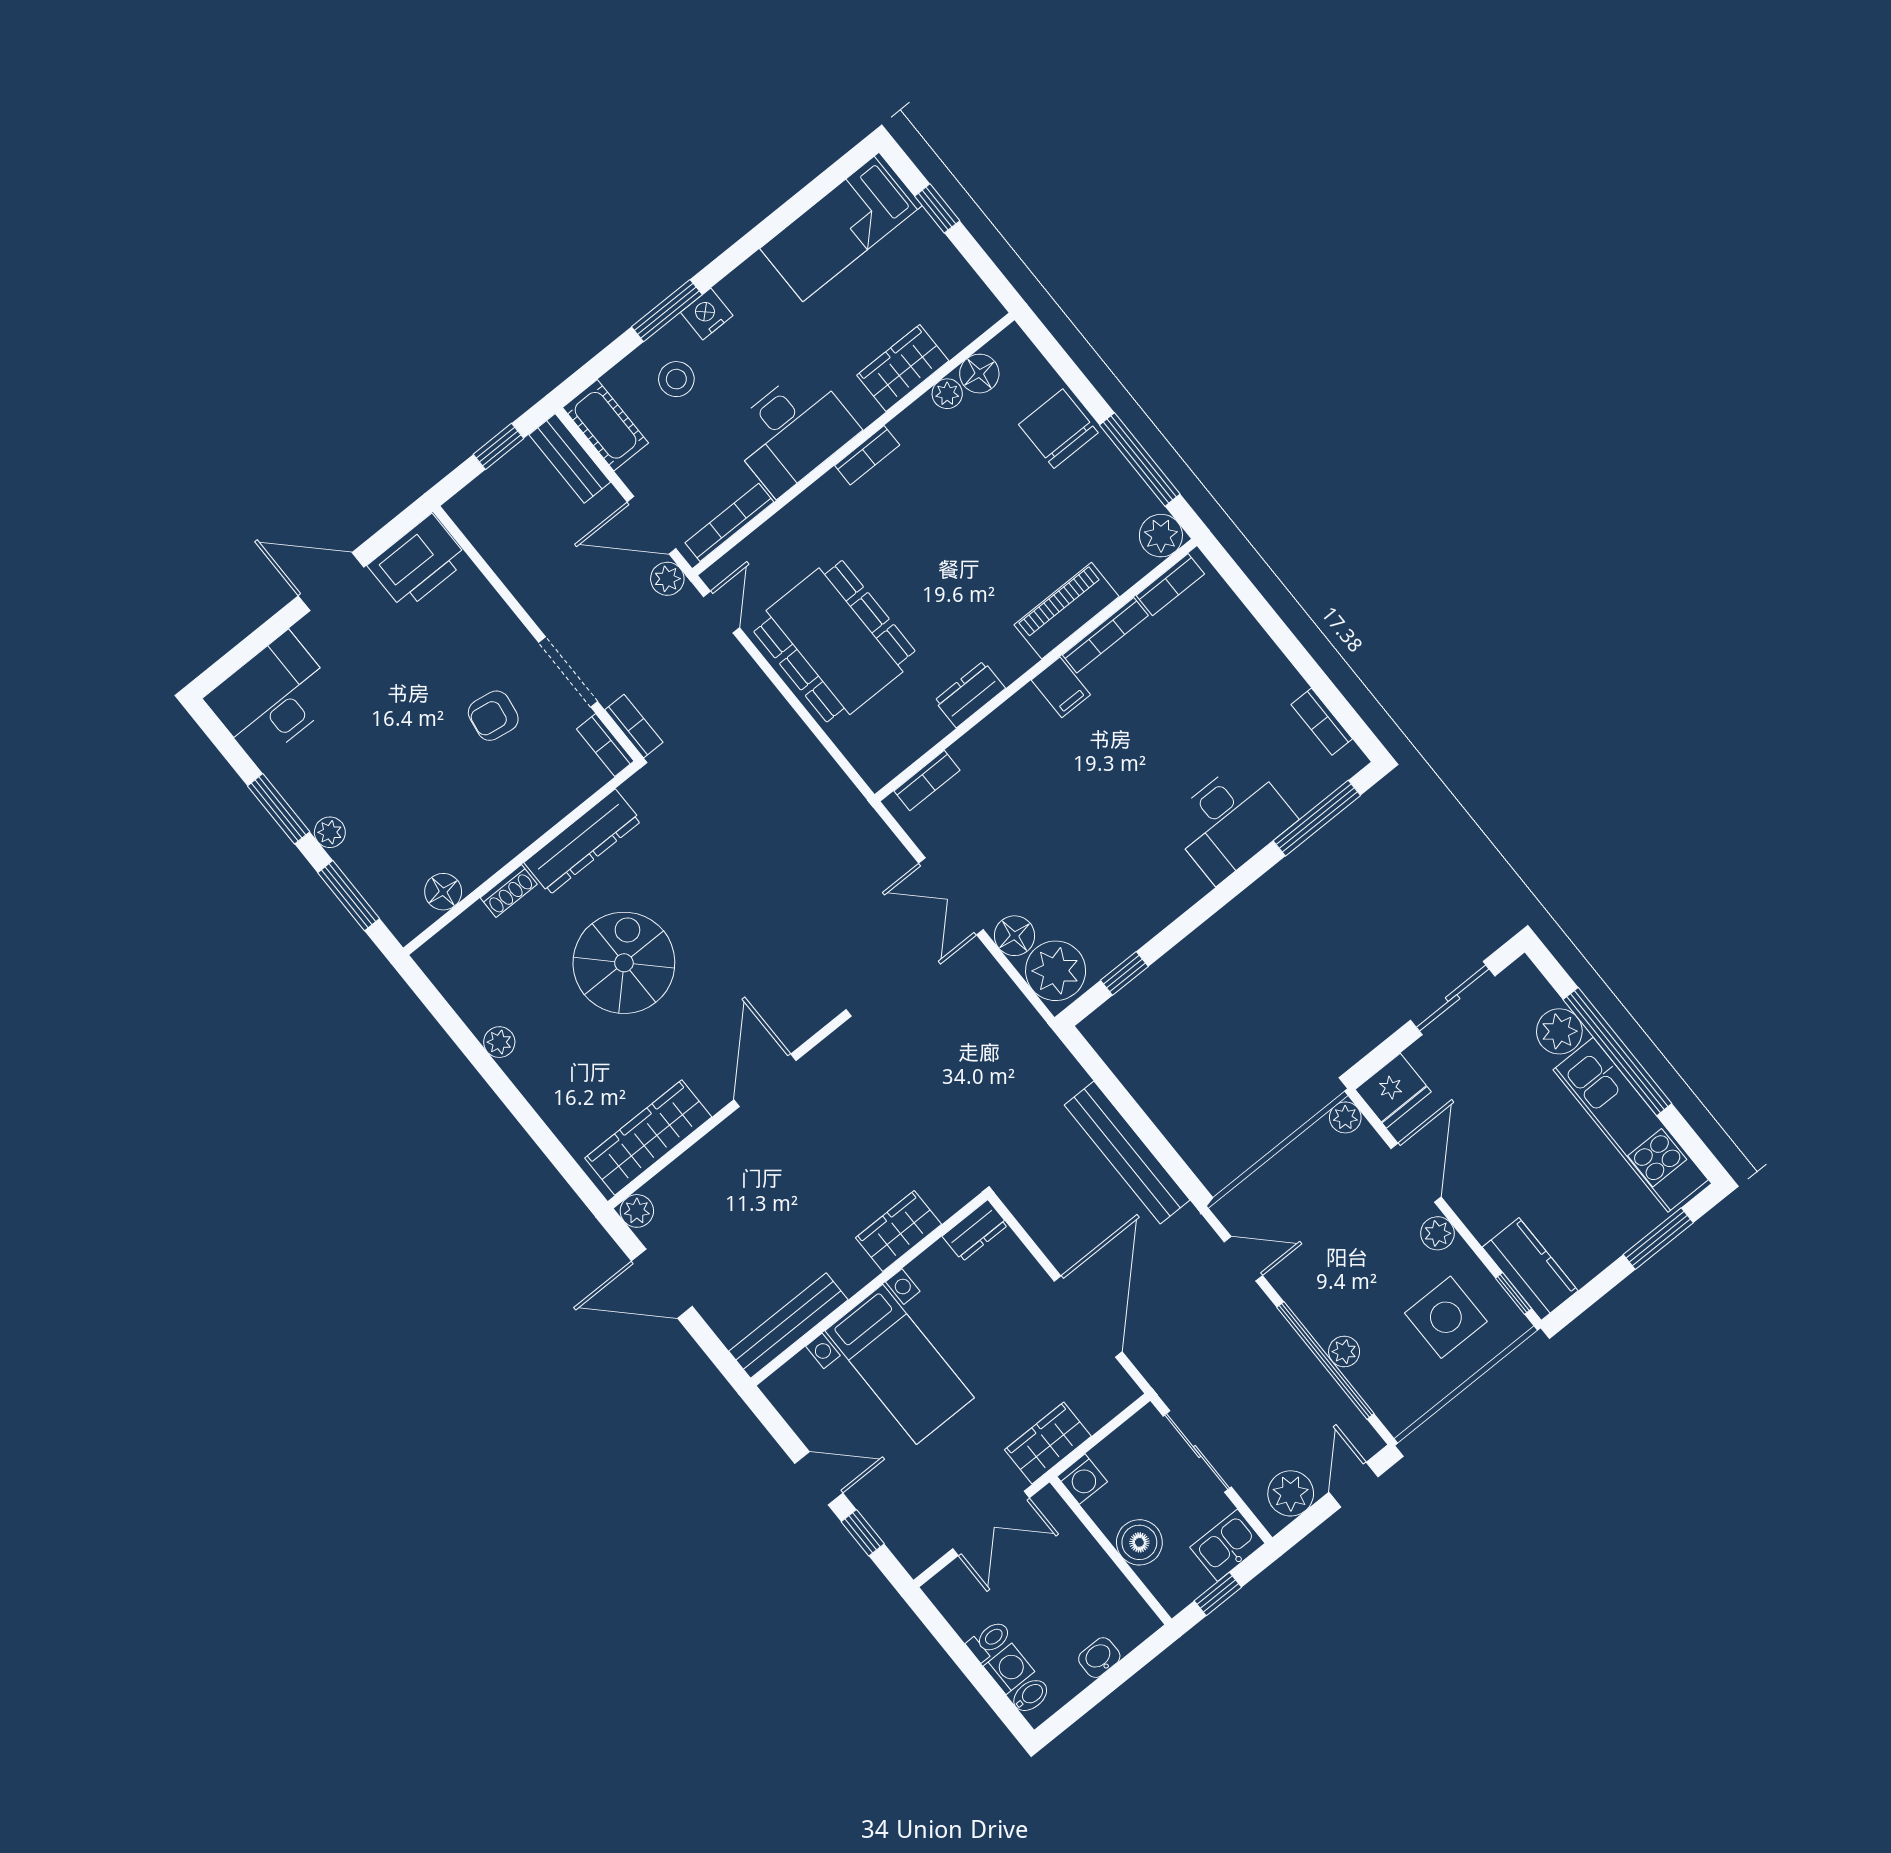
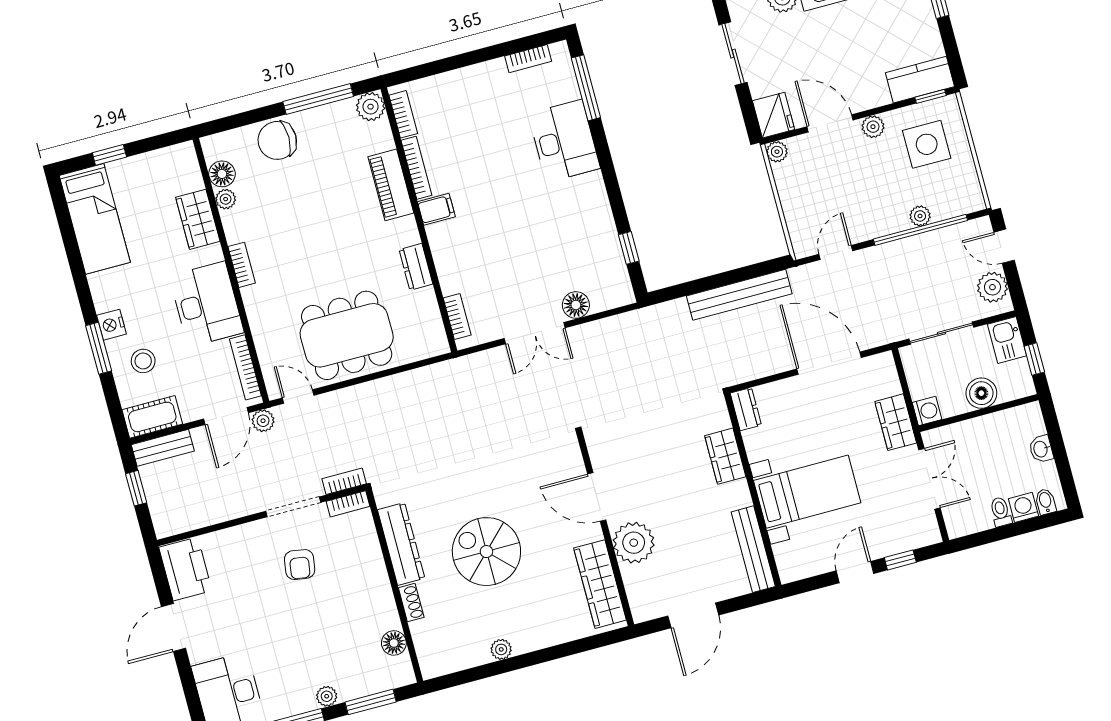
plant: (1056, 971) -> (609, 289), removed
plant: (637, 1211) -> (634, 543), moved, width x1.87, depth x1.87

